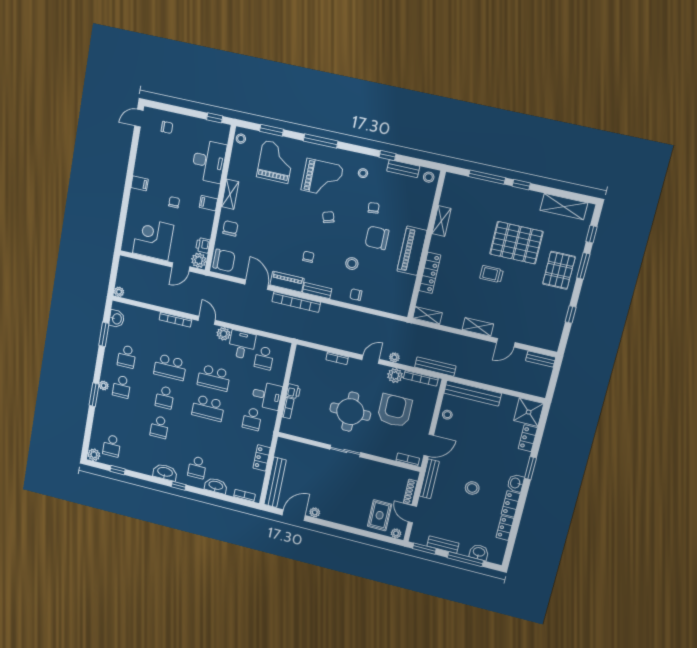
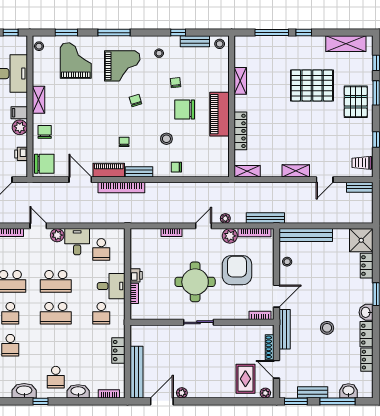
plant: (199, 260) -> (20, 127), moved
trolley: (492, 274) -> (362, 163), moved

